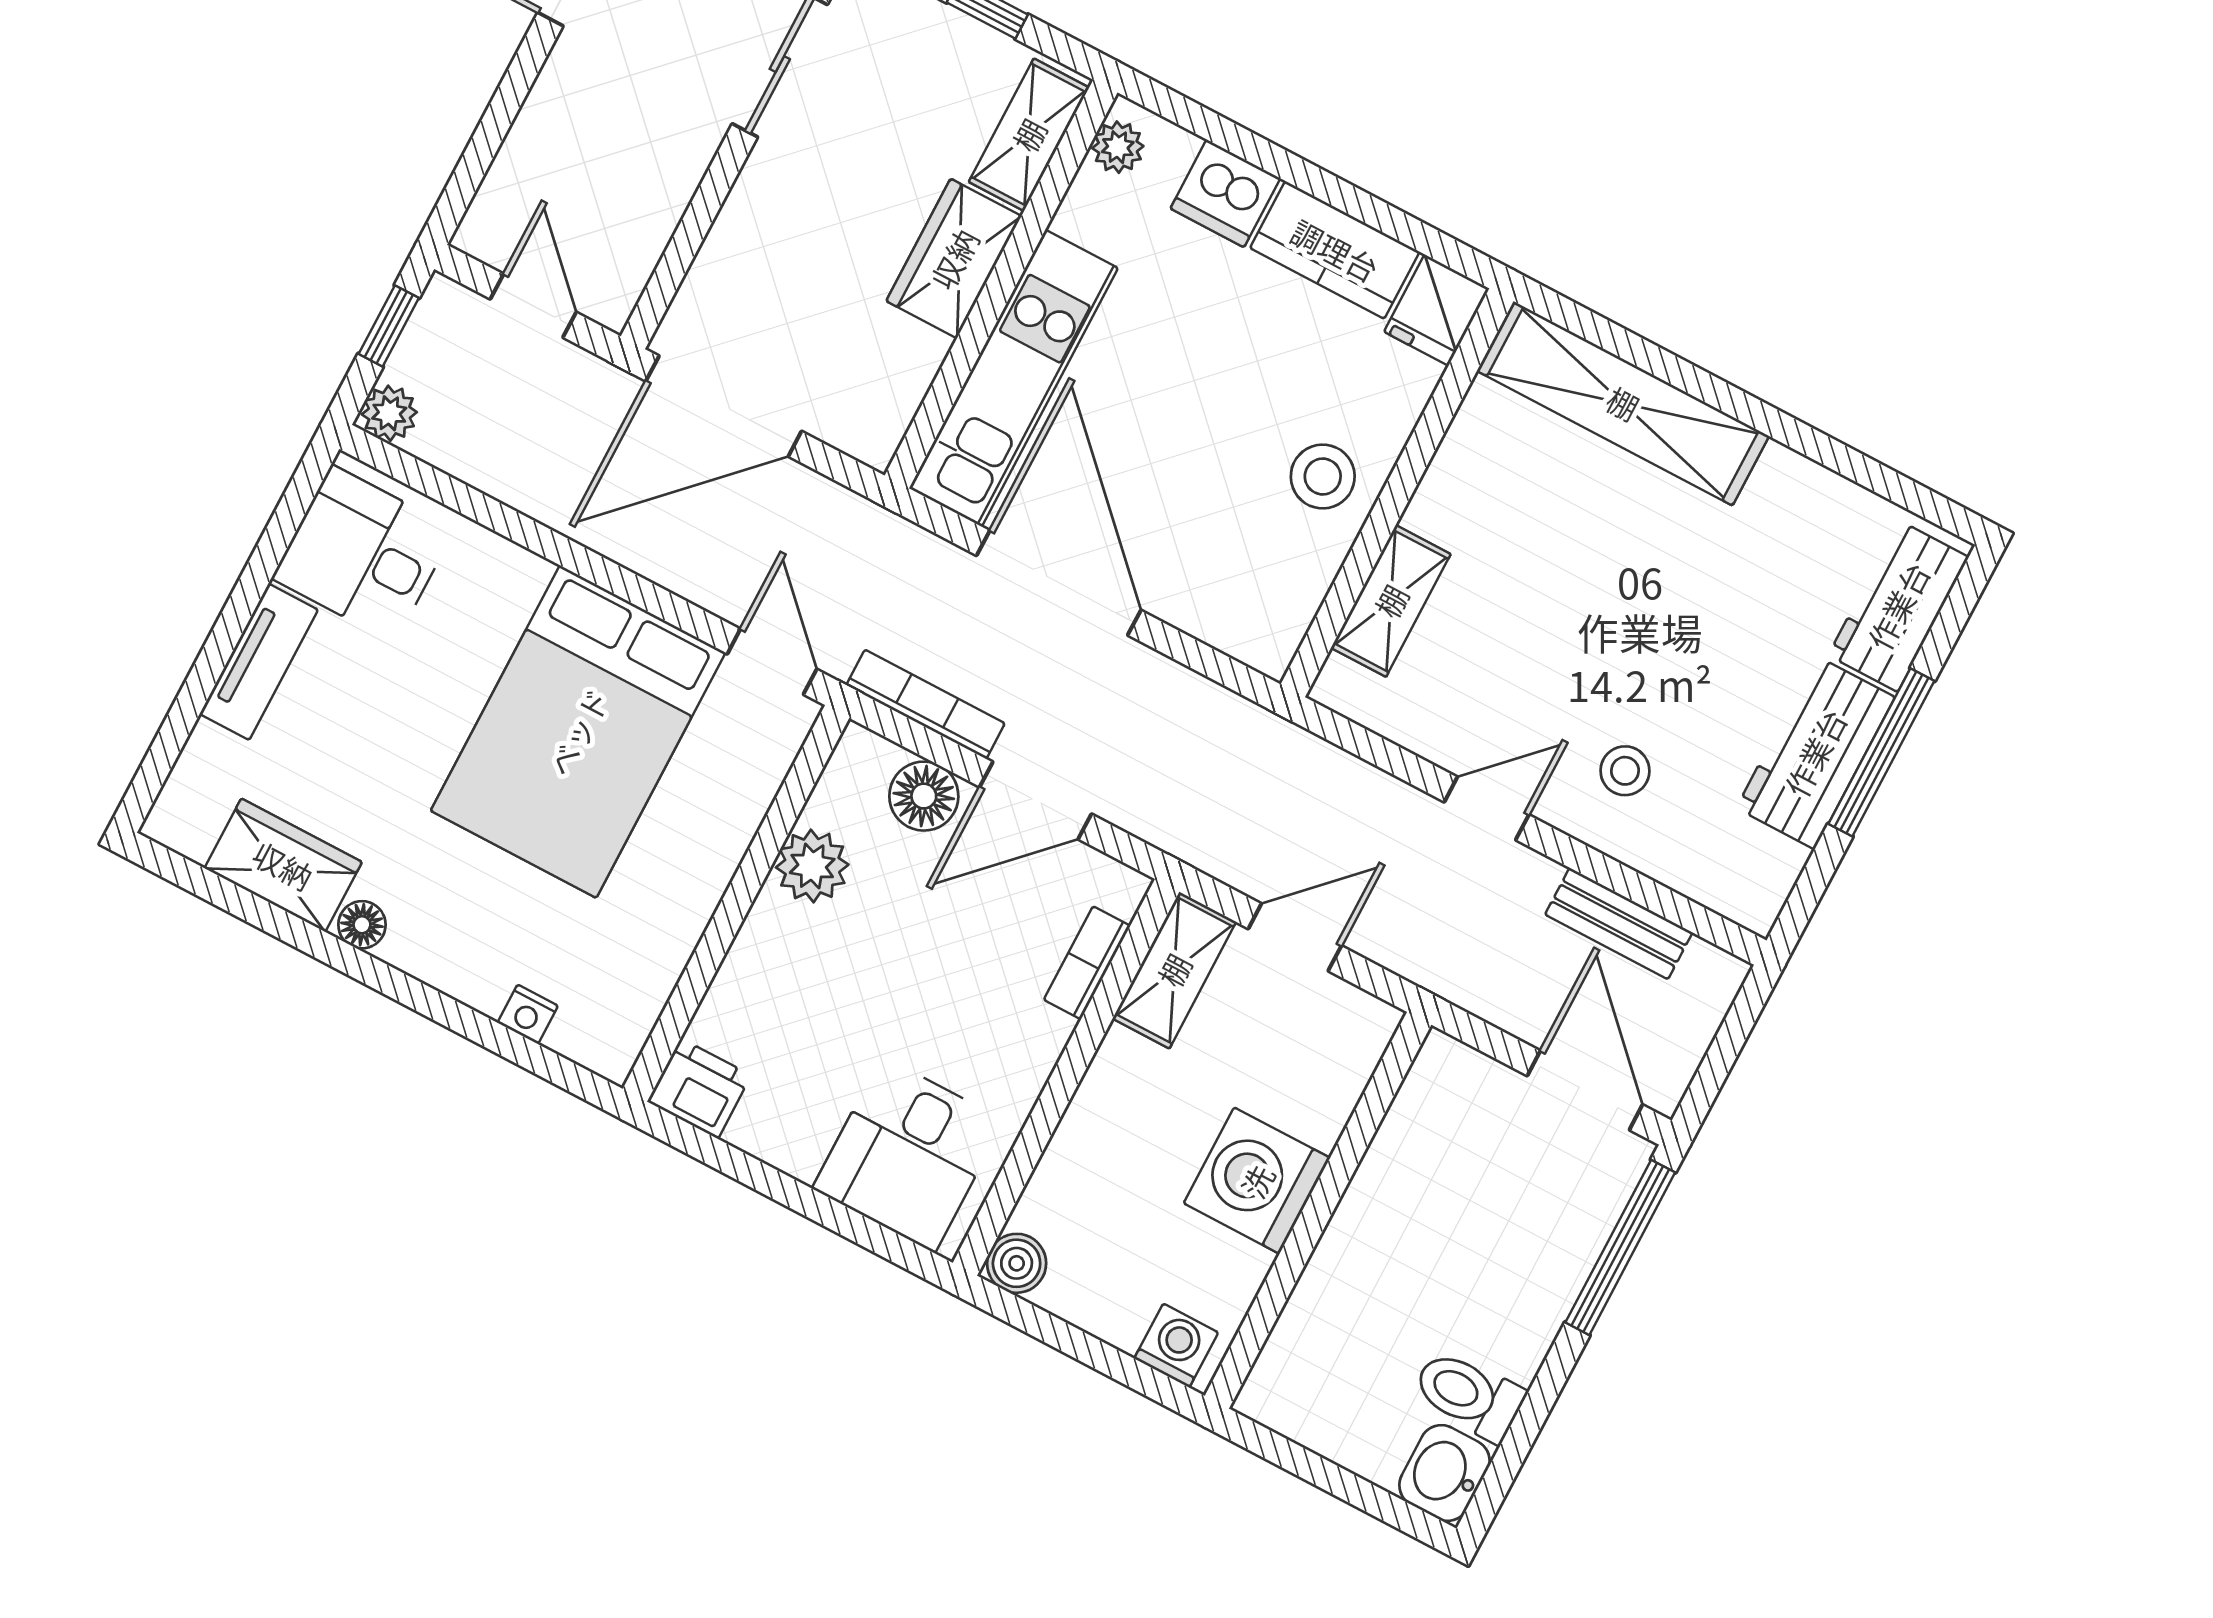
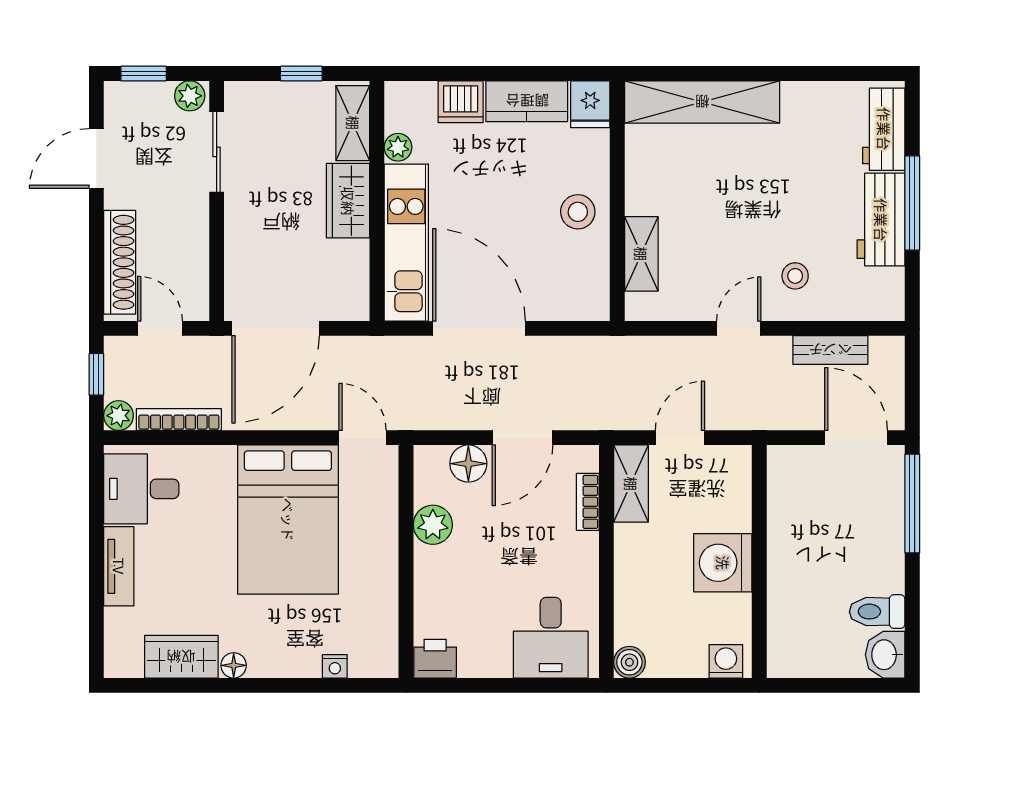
plant: (1118, 147) -> (398, 147), moved
shoe rack: (524, 162) -> (120, 262), added
bookcase: (925, 704) -> (179, 420), moved

